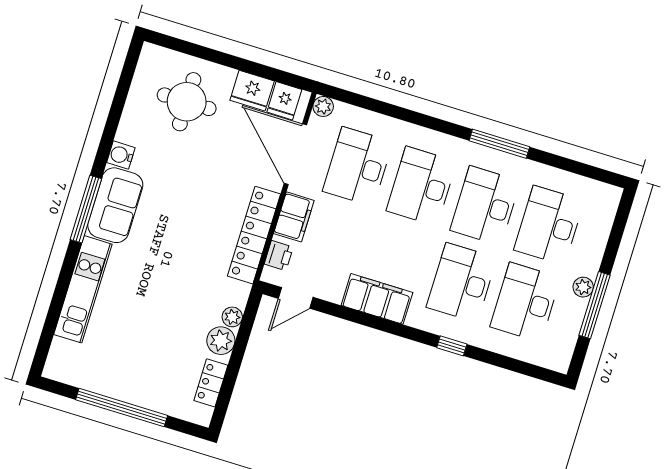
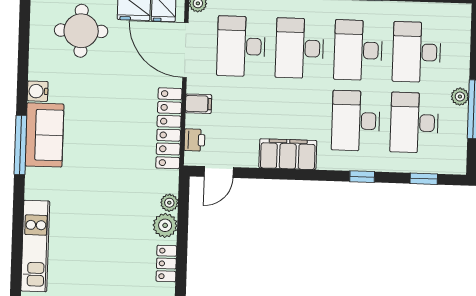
filing cabinet: (294, 217) -> (198, 104), width x0.50
kitchen unit: (83, 289) -> (35, 246), moved
window: (519, 367) -> (424, 179), added

